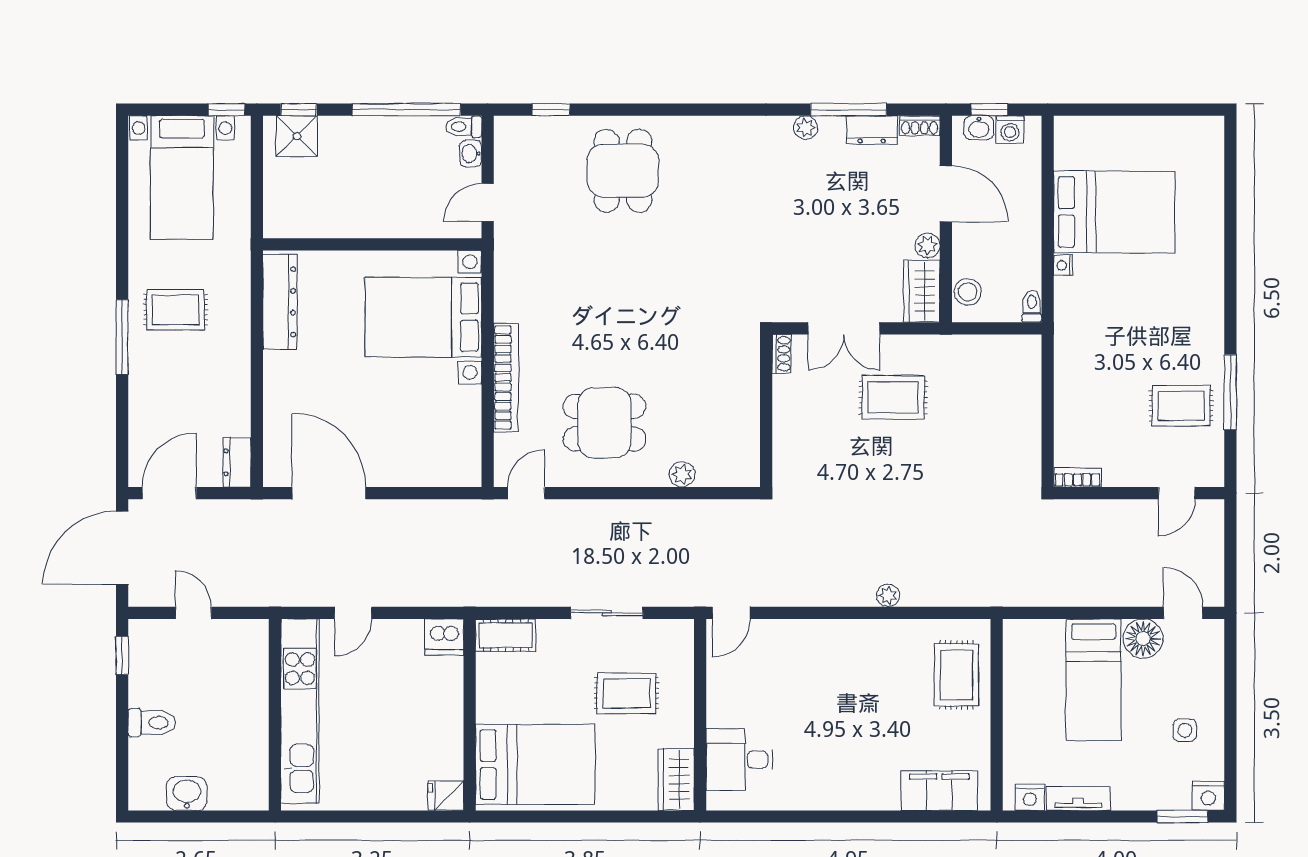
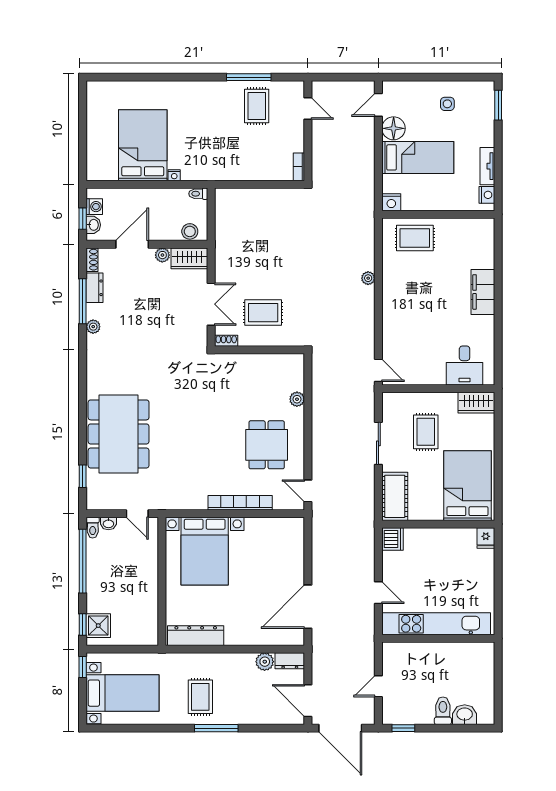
dining table: (623, 171) -> (119, 434), width x1.88, depth x1.24
rug: (893, 397) -> (263, 313), moved, turned 90
plant: (235, 419) -> (265, 662), added
cot: (506, 635) -> (395, 496), width x1.37, depth x1.34
filing cabinet: (939, 791) -> (483, 292), moved
washbasin: (187, 793) -> (465, 715), moved, turned 90
nightstand: (1208, 796) -> (391, 202), moved, turned 90

